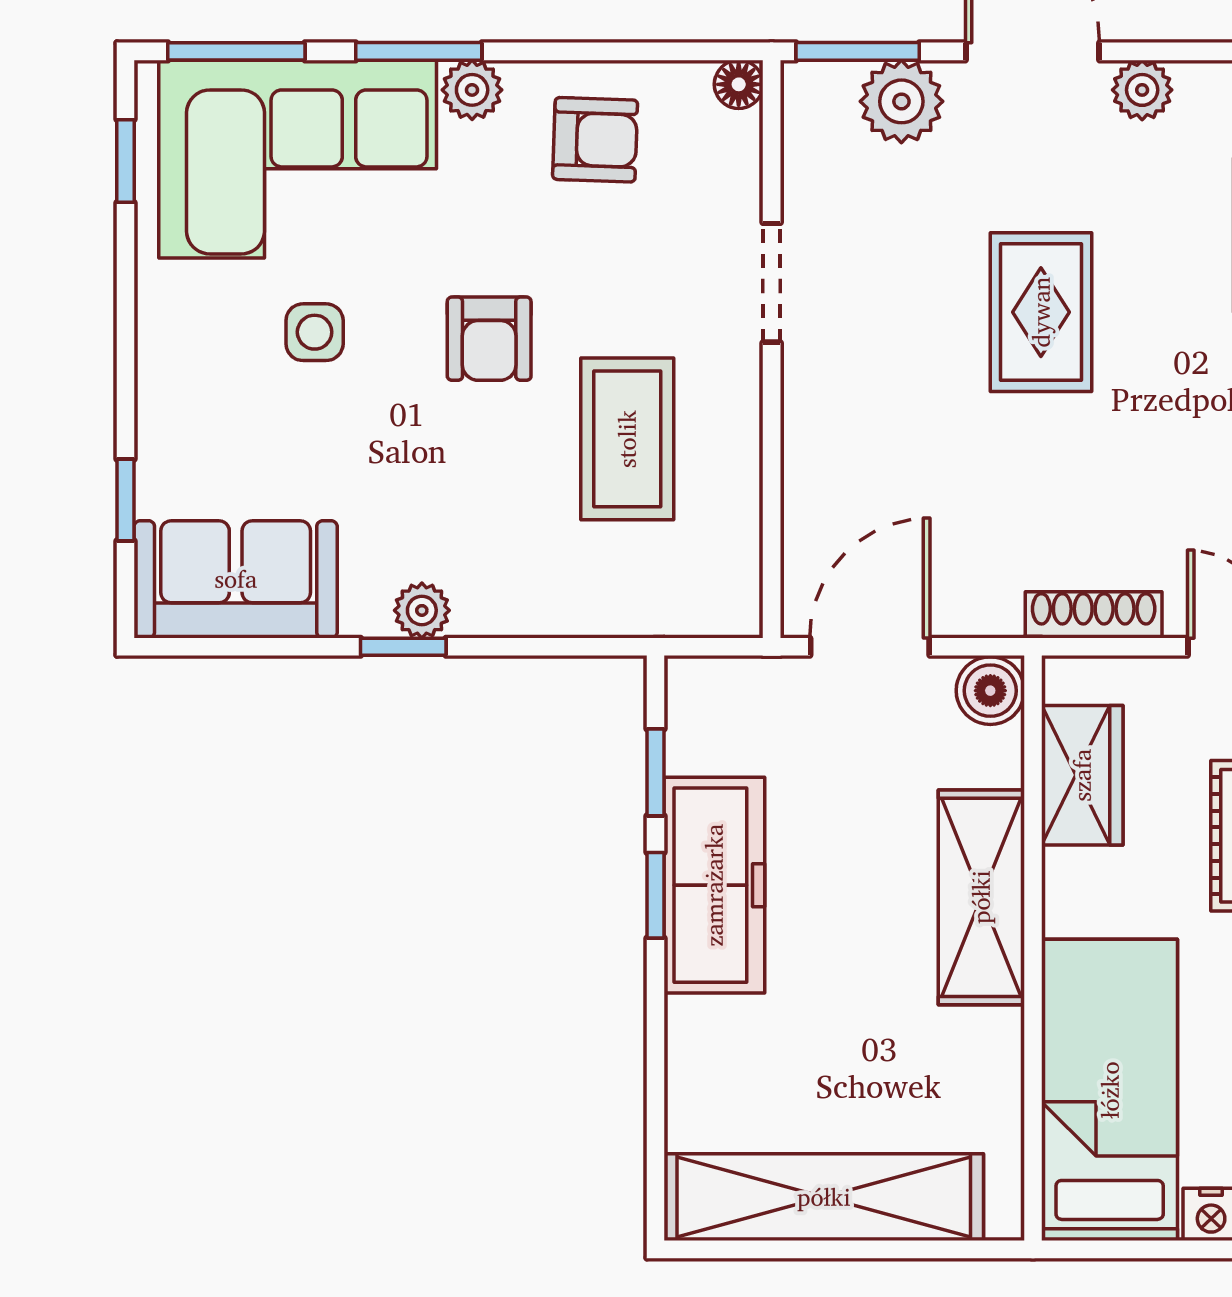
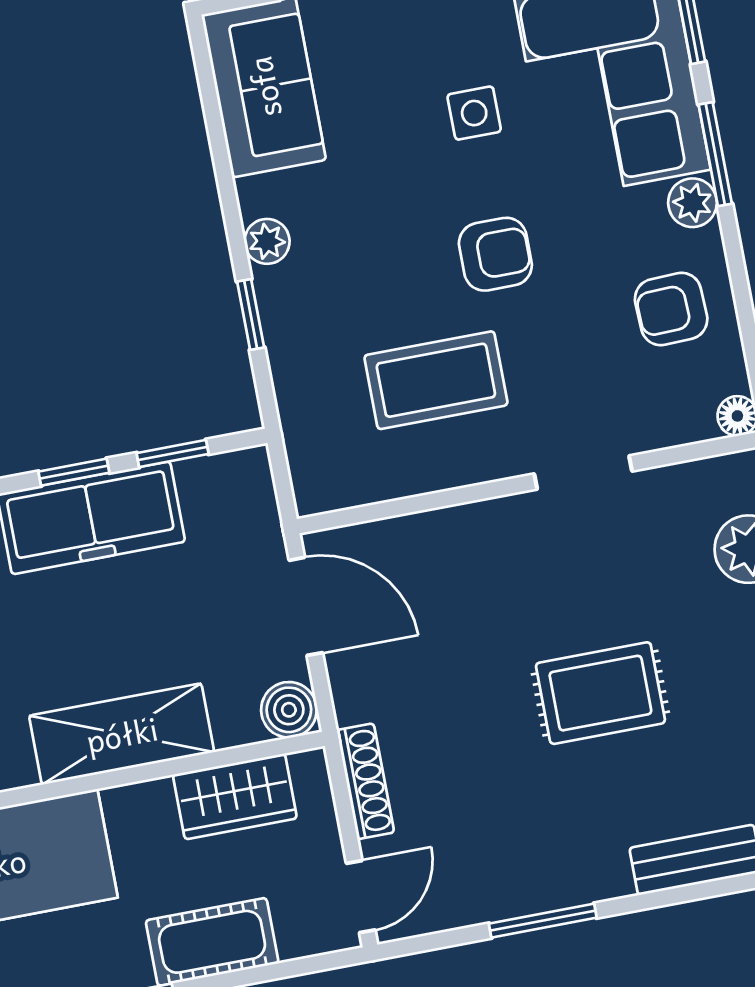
armchair: (595, 140) -> (671, 309), turned 86
armchair: (489, 339) -> (495, 254), turned 180
window: (403, 647) -> (251, 314), moved

